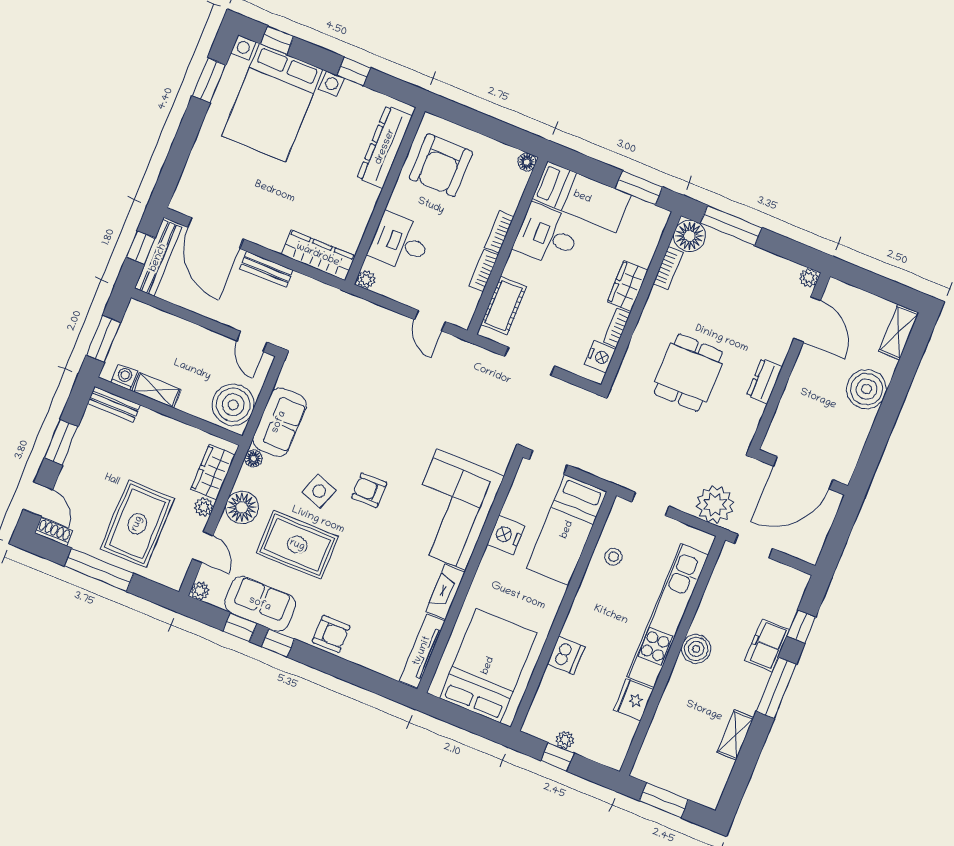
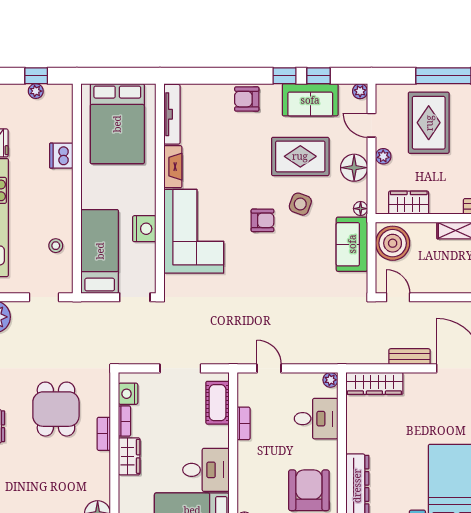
bookcase: (499, 232) -> (244, 458), removed
bookcase: (668, 268) -> (104, 434), moved
wardrobe: (213, 472) -> (409, 203), moved, turned -90

